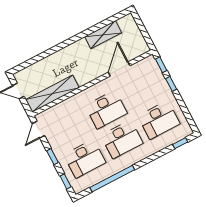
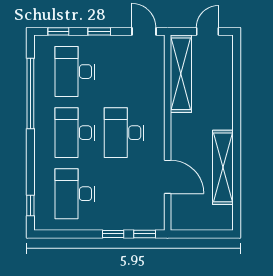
shelving: (103, 35) -> (223, 167), width x1.47

